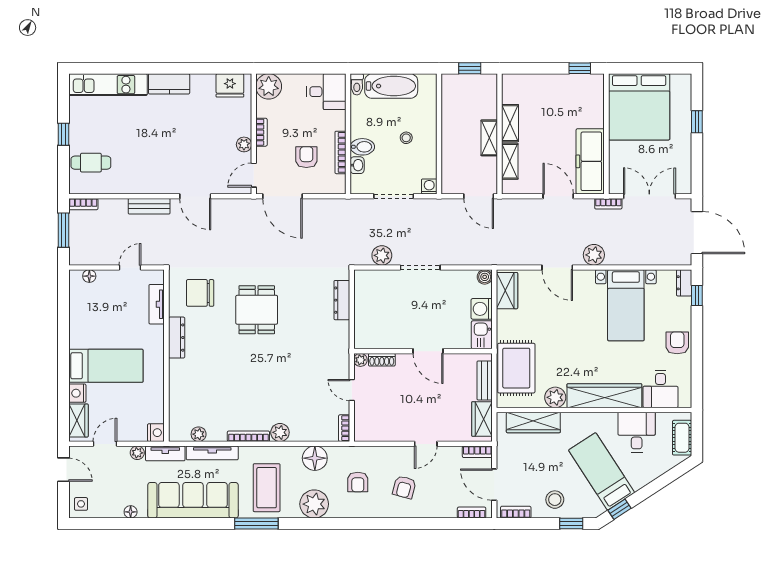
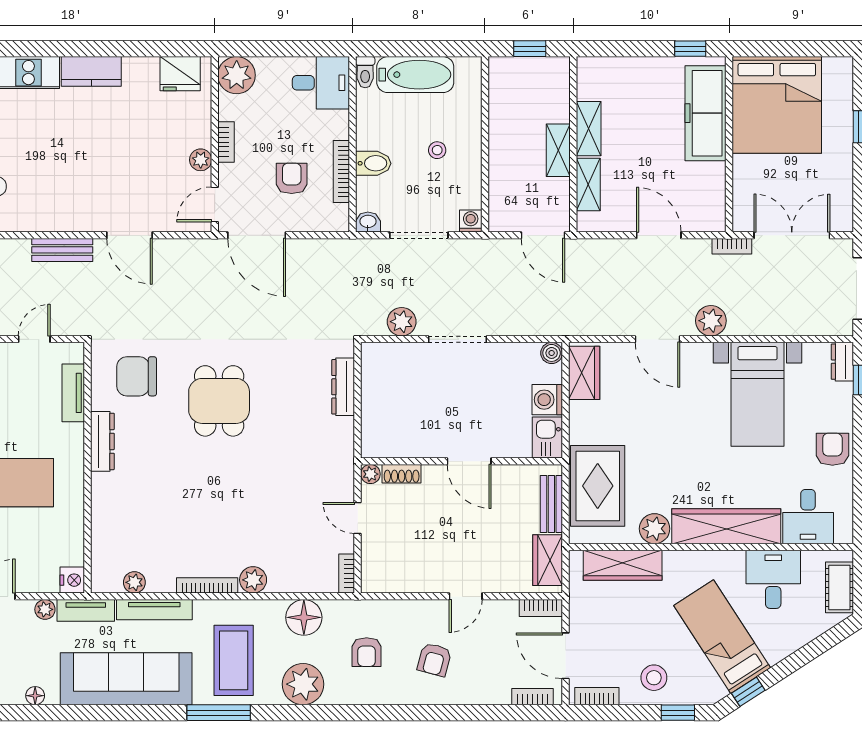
freezer: (590, 161) -> (706, 113), moved
washbasin: (357, 165) -> (368, 222), moved, turned -90

